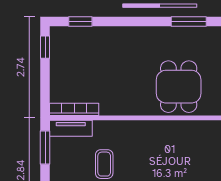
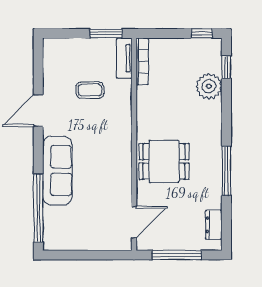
window: (189, 22) -> (226, 171), width x1.44
plant: (100, 40) -> (209, 86), added

